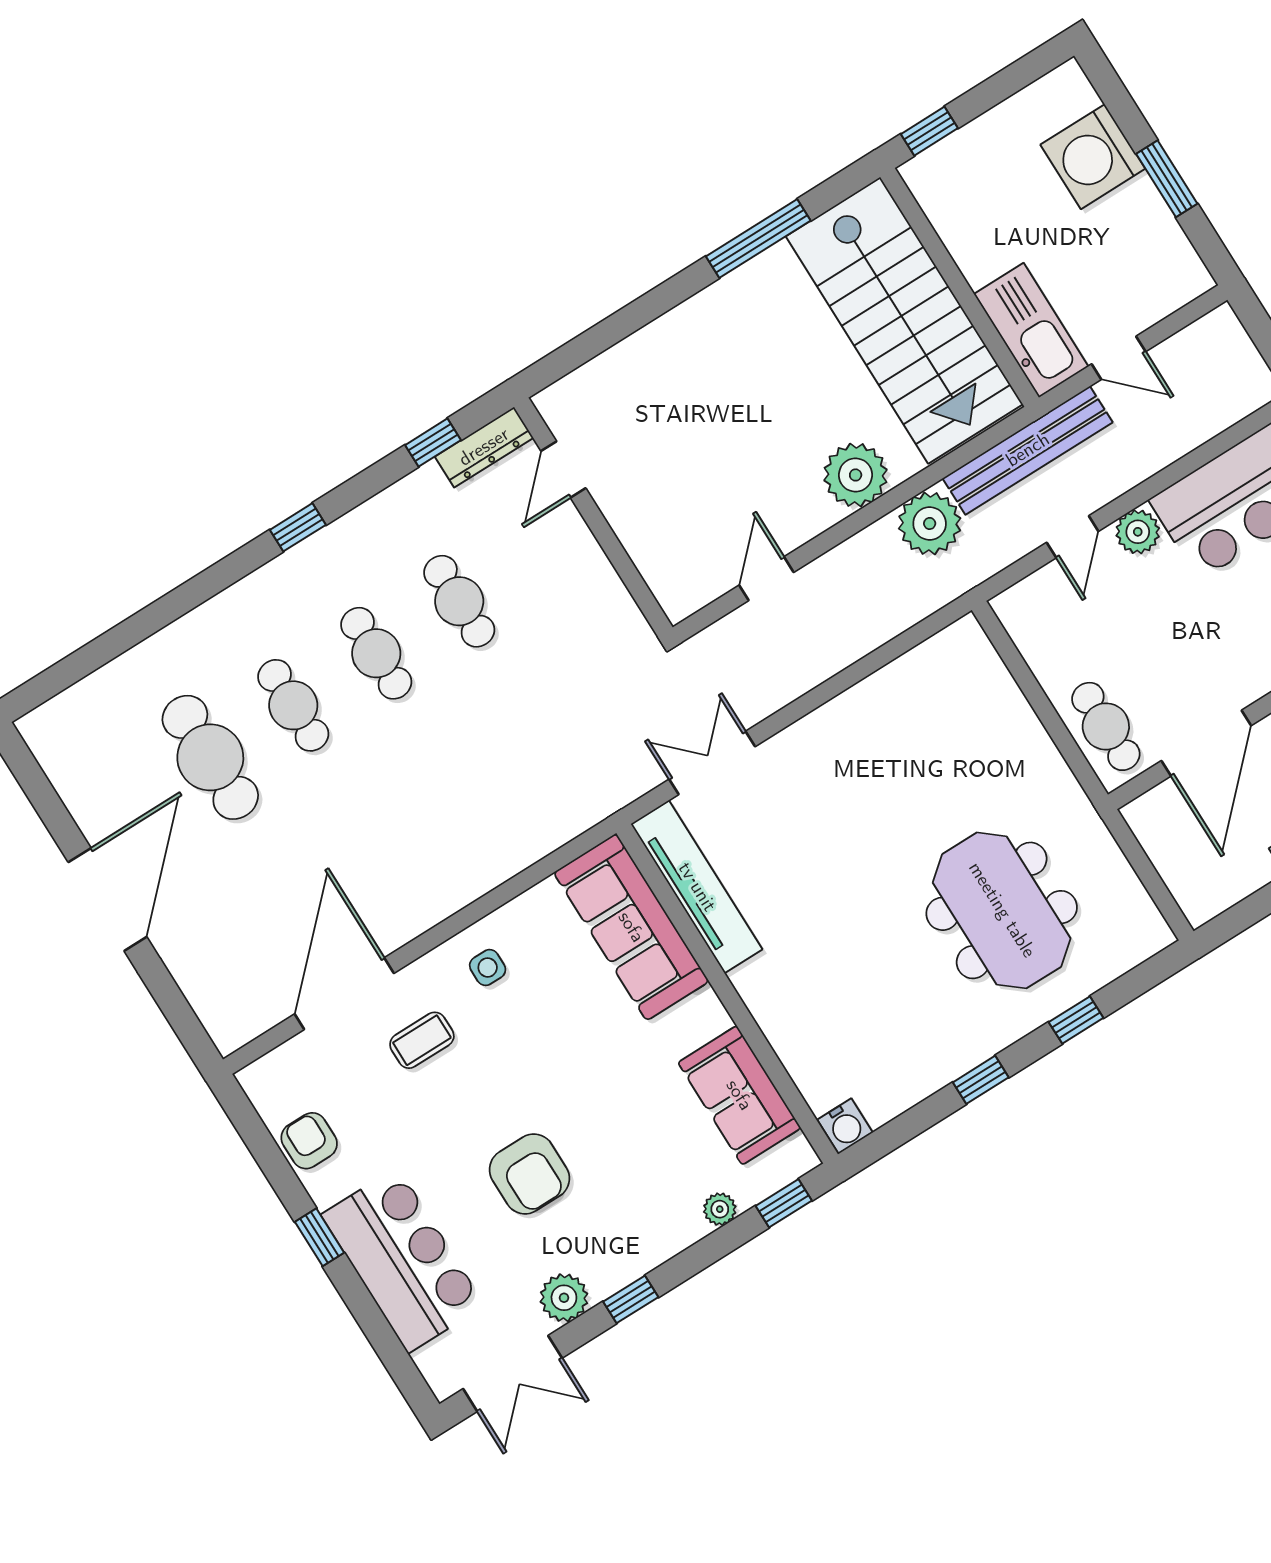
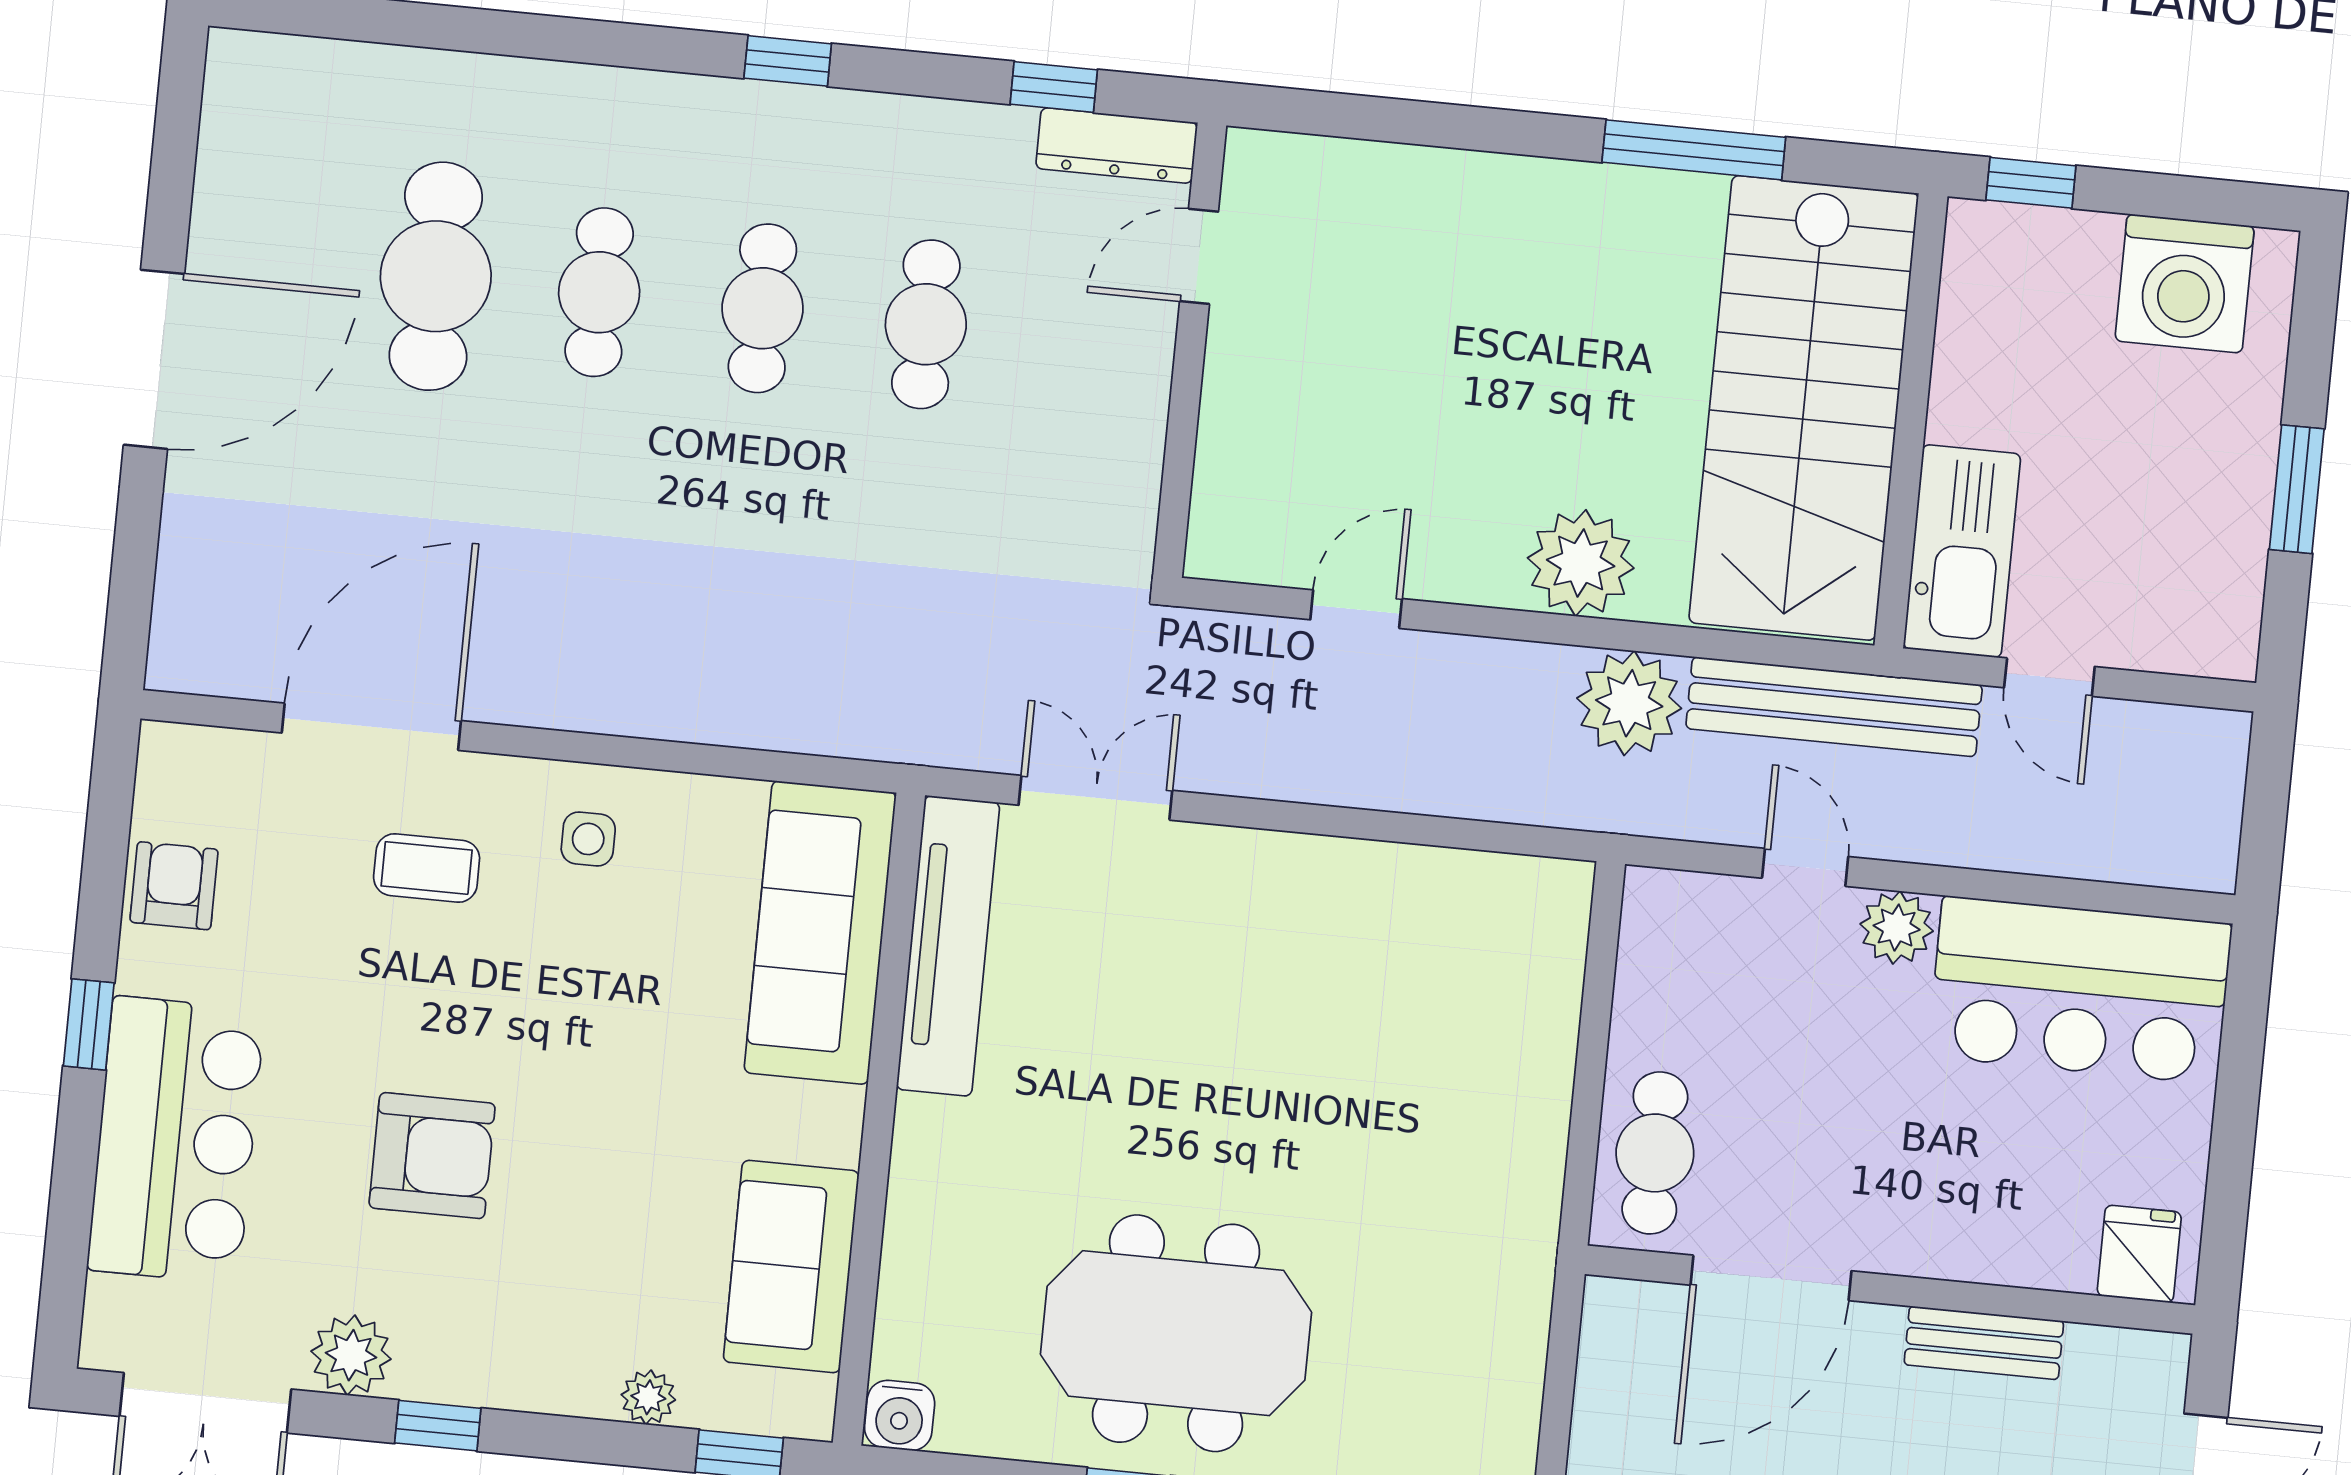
washing machine: (1093, 157) -> (2185, 284), moved, turned -90
door: (1073, 537) -> (1805, 867), swing flipped
meeting table: (1002, 910) -> (1176, 1333), moved, turned 90
armchair: (529, 1174) -> (432, 1156), turned -90

